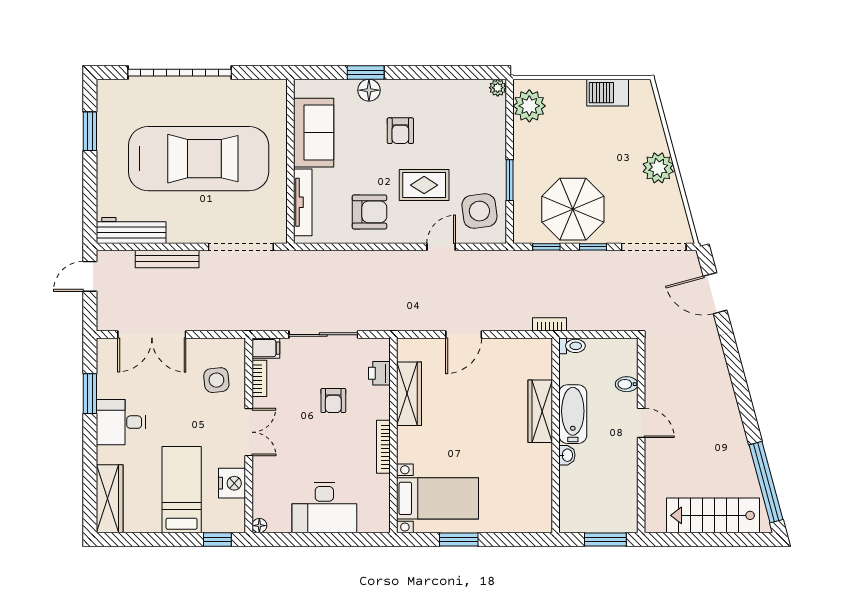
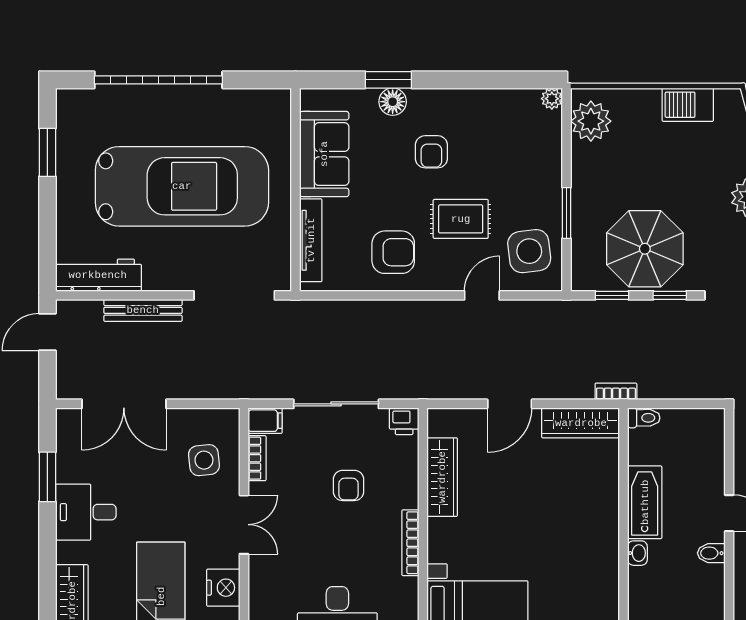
printer: (379, 373) -> (404, 421), moved, turned -90
bidet: (627, 384) -> (711, 553), moved
wardrobe: (540, 411) -> (581, 423), moved, turned -90

